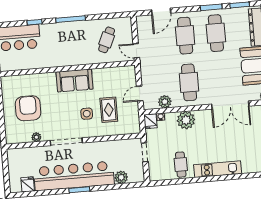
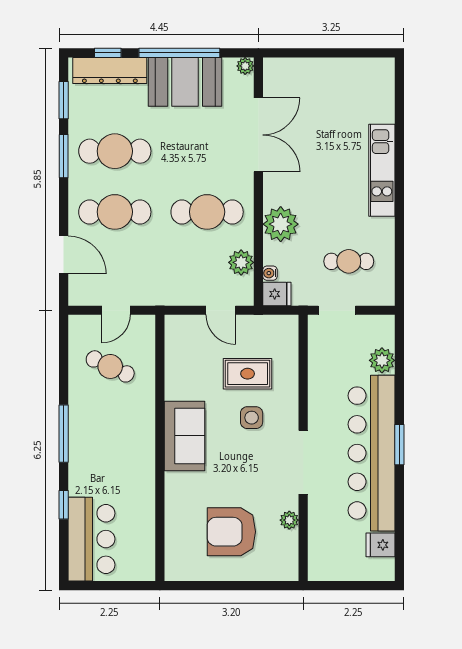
door: (136, 51) -> (116, 310), moved
cafe table: (181, 165) -> (349, 261), moved

